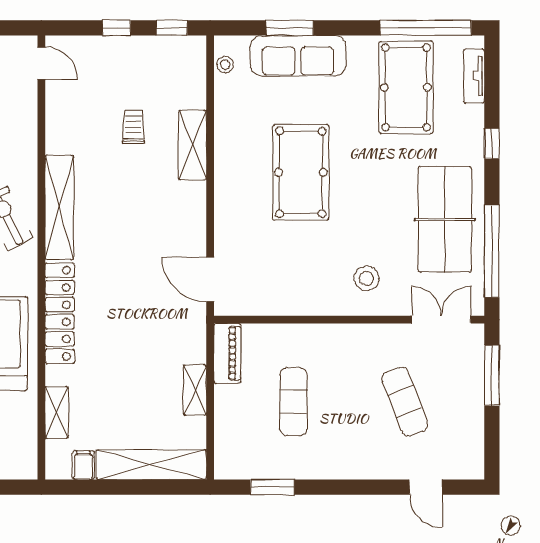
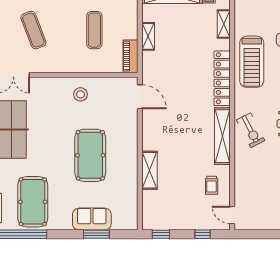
window: (117, 28) -> (202, 234), moved
sofa: (298, 56) -> (92, 219), width x0.73
stool: (225, 65) -> (132, 214), removed
trolley: (133, 127) -> (212, 185), moved
stool: (367, 278) -> (80, 94), moved

